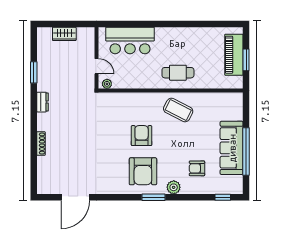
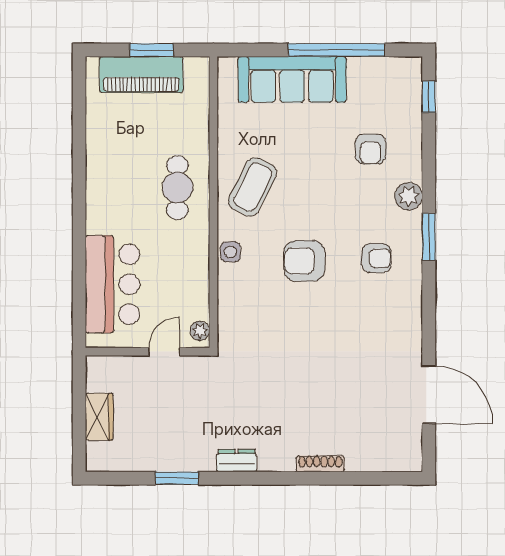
side table: (146, 99) -> (230, 252), added
sofa: (232, 148) -> (292, 79), moved
armchair: (143, 171) -> (376, 258), width x0.53, depth x0.53

